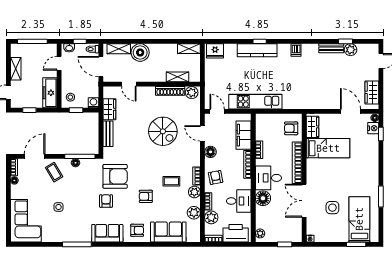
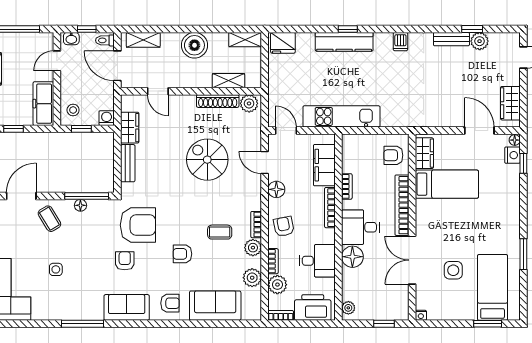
boiler: (140, 52) -> (194, 45), moved
spiral stairs: (163, 131) -> (207, 160), turned 180

